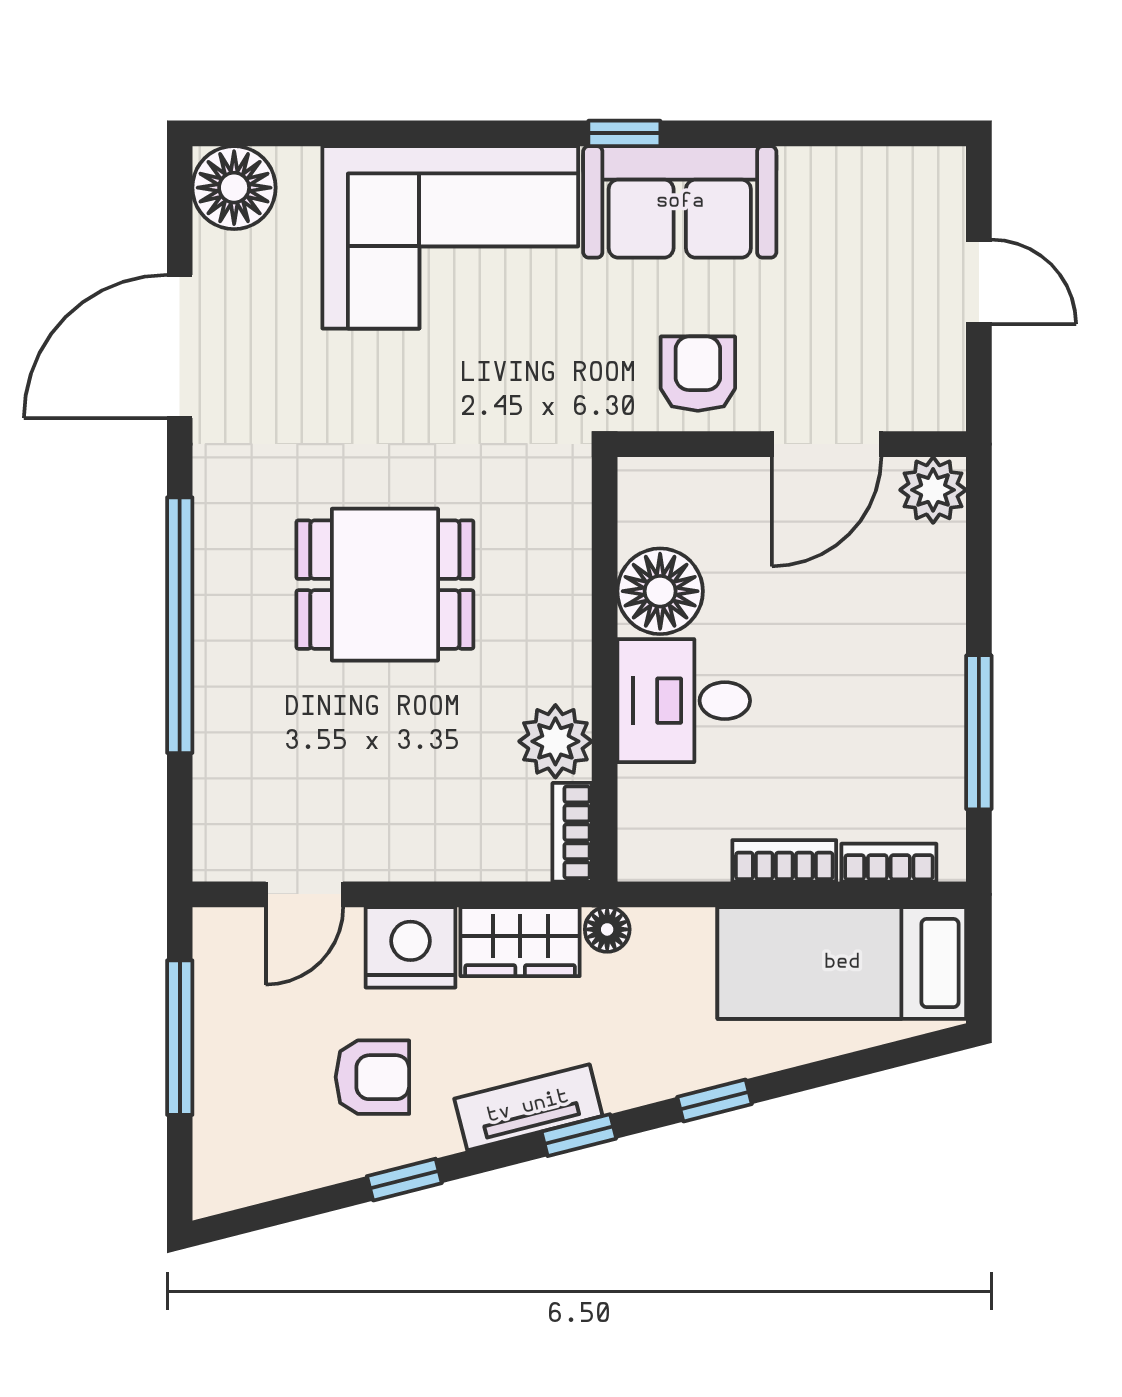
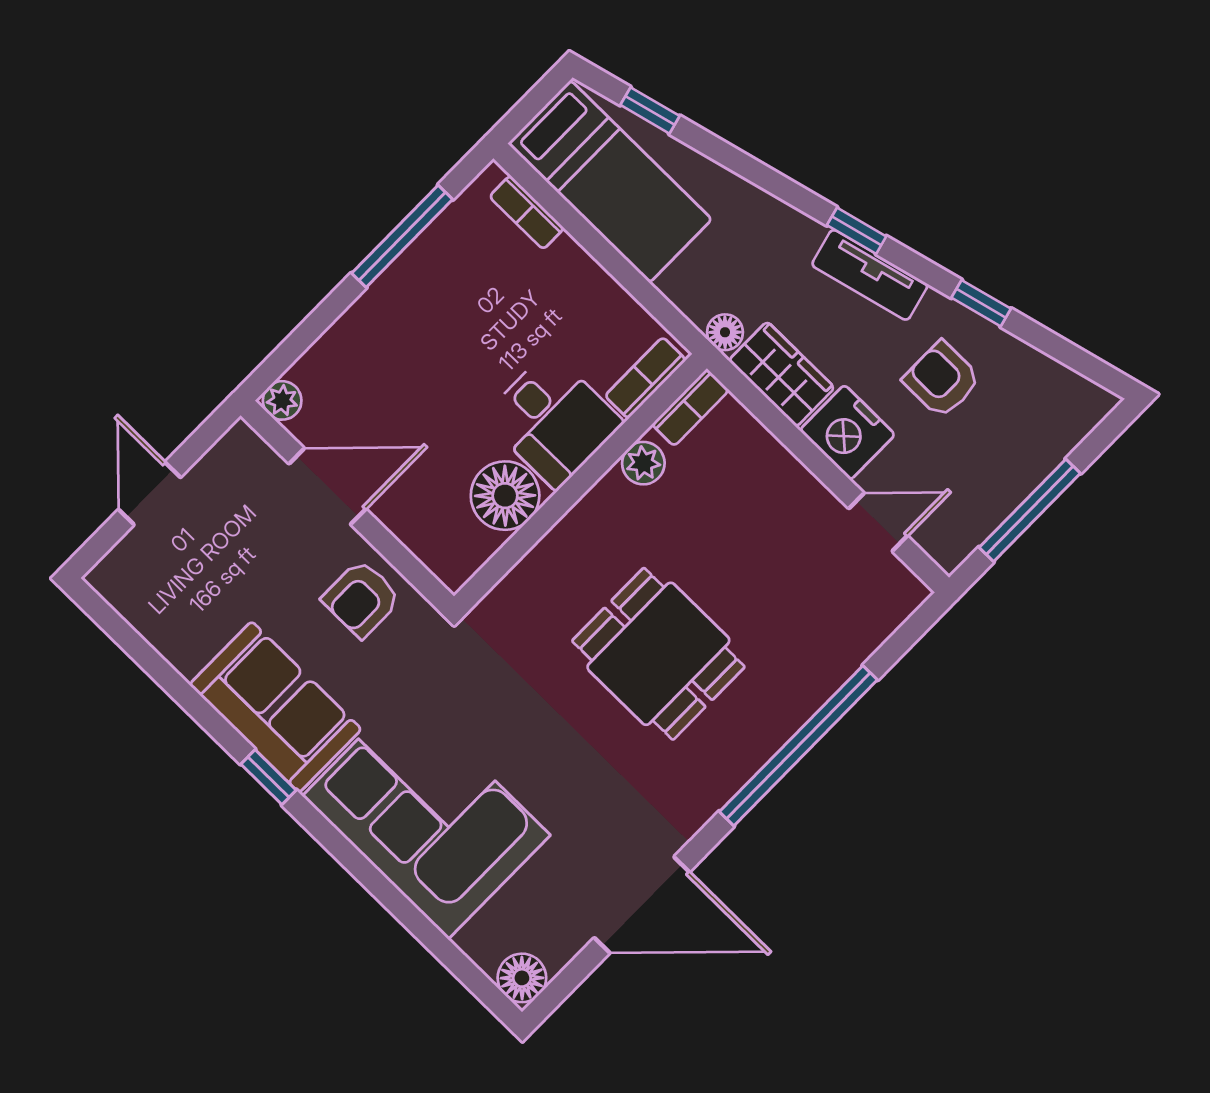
floor lamp: (234, 188) -> (522, 978), width x0.73, depth x0.73
plant: (933, 490) -> (282, 400), width x0.73, depth x0.73
plant: (555, 741) -> (643, 463), width x0.73, depth x0.73
bookcase: (784, 861) -> (645, 378), moved, turned 90
window: (714, 1101) -> (650, 110), moved

